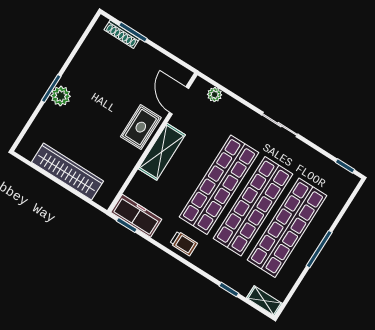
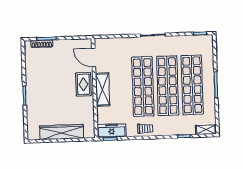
plant: (215, 95) -> (110, 42), removed
plant: (61, 96) -> (32, 96), removed

